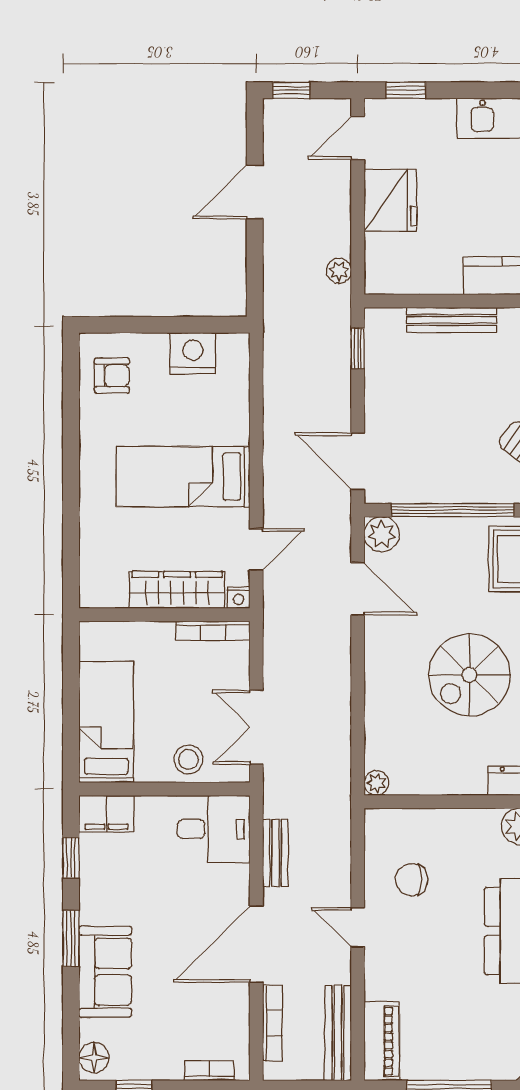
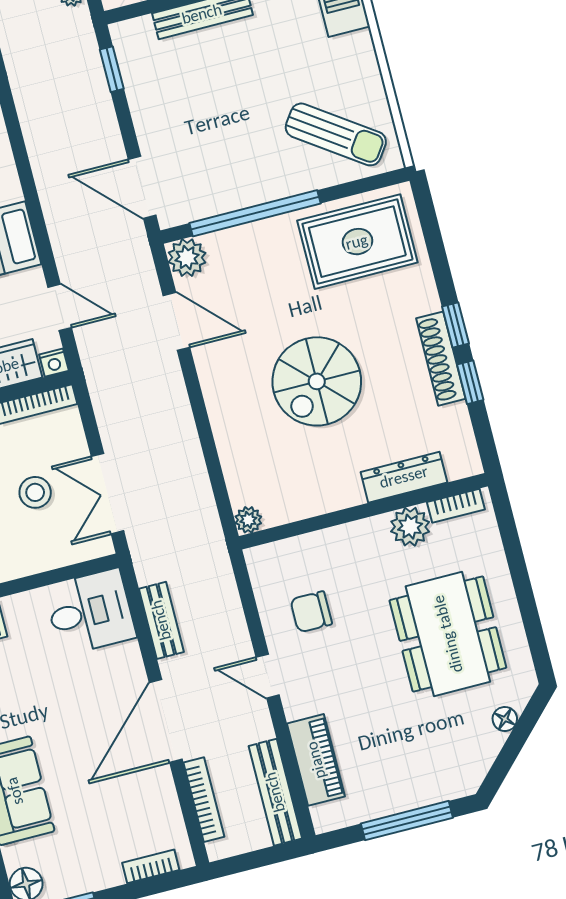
door: (256, 549) -> (60, 307), hinge flipped
stool: (188, 759) -> (35, 492), moved
piano: (382, 1041) -> (316, 760), moved

